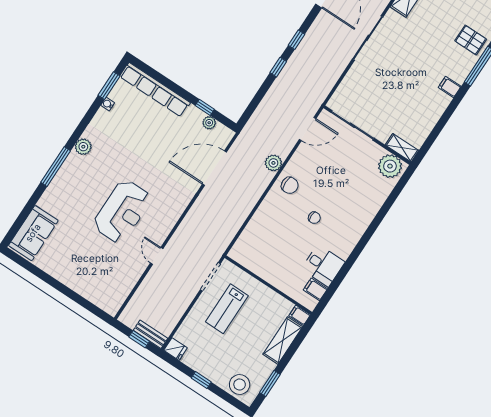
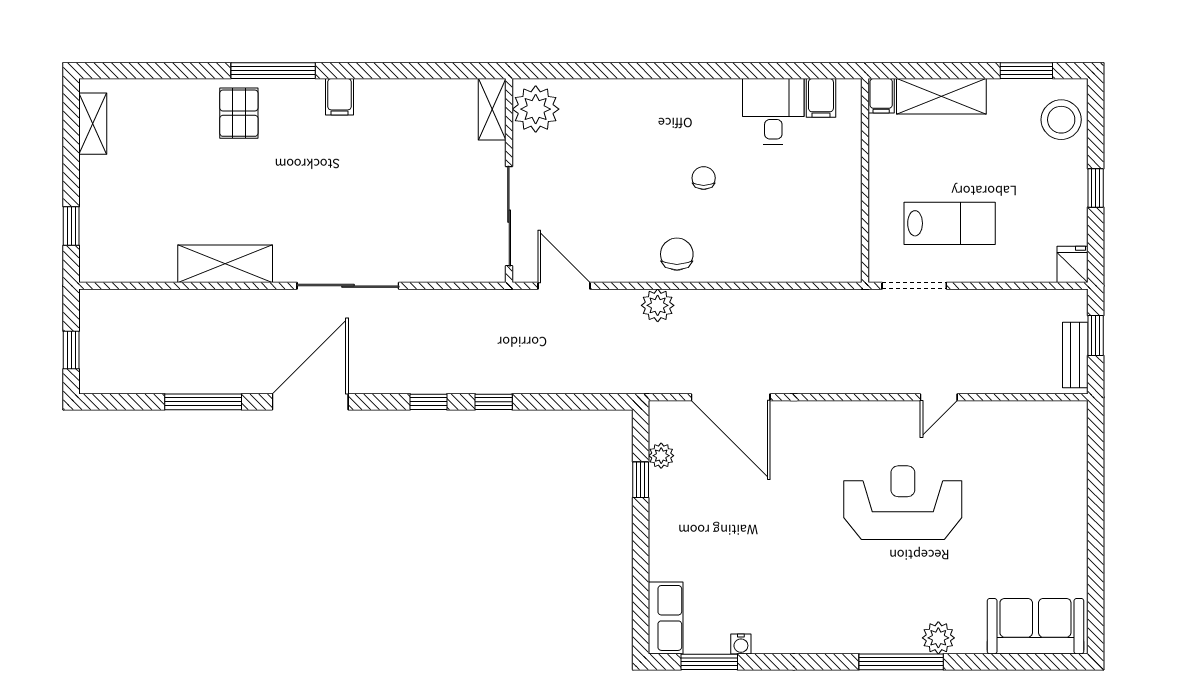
row of seats: (155, 90) -> (666, 618), width x0.50
plant: (83, 147) -> (938, 638), moved
bench: (151, 334) -> (1075, 355), moved

